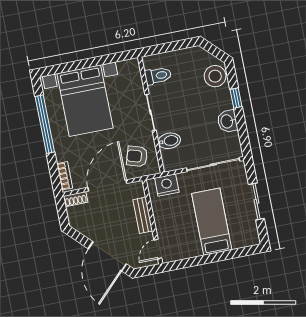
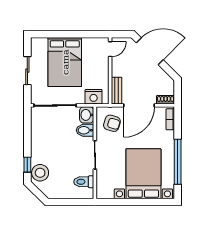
window: (236, 98) -> (27, 165), moved
washbasin: (227, 121) -> (87, 115), moved, turned 180
bench: (143, 215) -> (117, 91), moved
bed: (212, 222) -> (65, 62), width x1.50
door: (107, 256) -> (150, 51), hinge flipped

